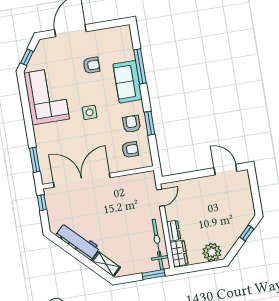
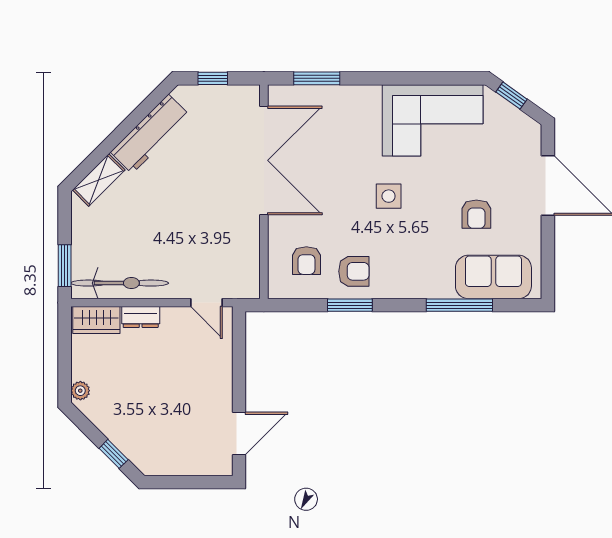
sofa: (128, 82) -> (493, 277), moved
window: (42, 203) -> (213, 78), moved
plant: (212, 252) -> (80, 391), width x0.53, depth x0.53

